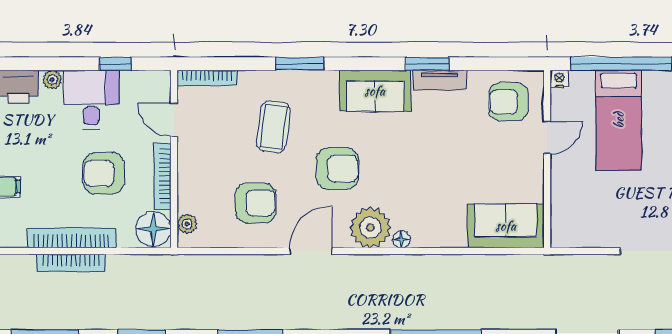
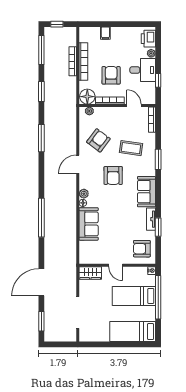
window: (428, 64) -> (158, 227), moved
armchair: (508, 102) -> (142, 249), turned -90
door: (174, 120) -> (134, 105), hinge flipped
door: (547, 138) -> (116, 265), moved
armchair: (256, 203) -> (98, 140), turned -143
wardrobe: (565, 222) -> (90, 273), added
sofa: (506, 226) -> (89, 224), moved
plant: (370, 228) -> (84, 194), width x0.53, depth x0.53
door: (311, 251) -> (78, 164), swing flipped

